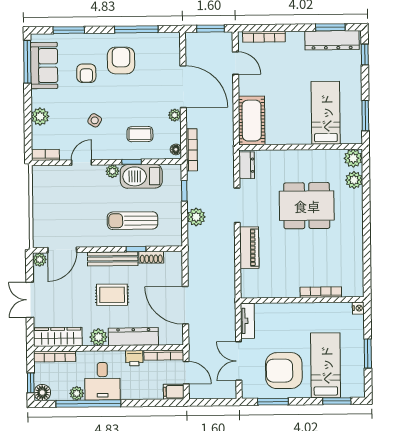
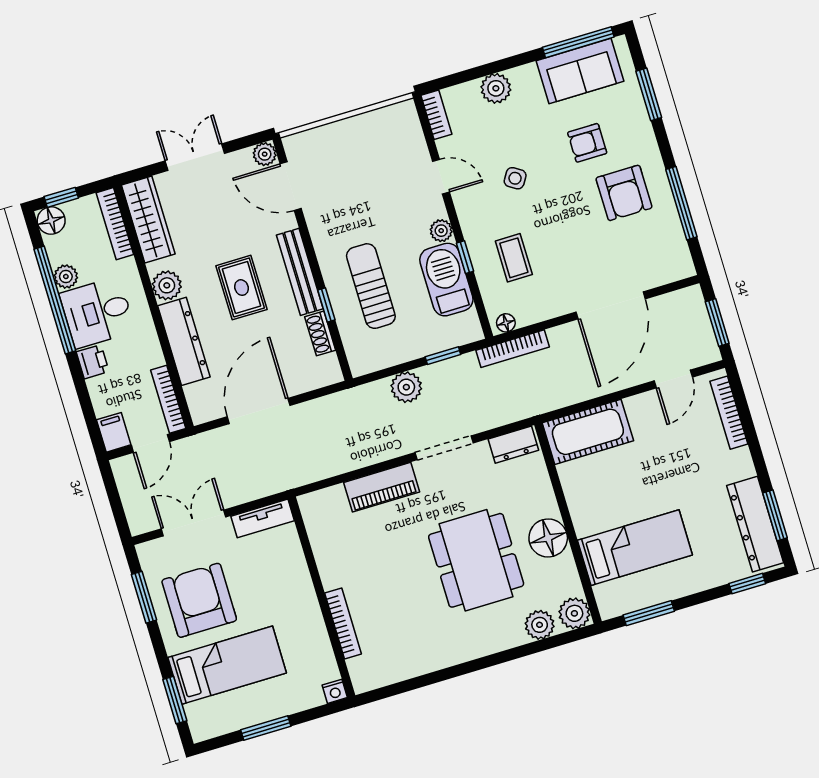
armchair: (121, 60) -> (624, 193), turned 90
plant: (175, 115) -> (561, 305), removed
floor lamp: (306, 161) -> (548, 538), added
printer: (134, 358) -> (93, 362), moved, turned 180

